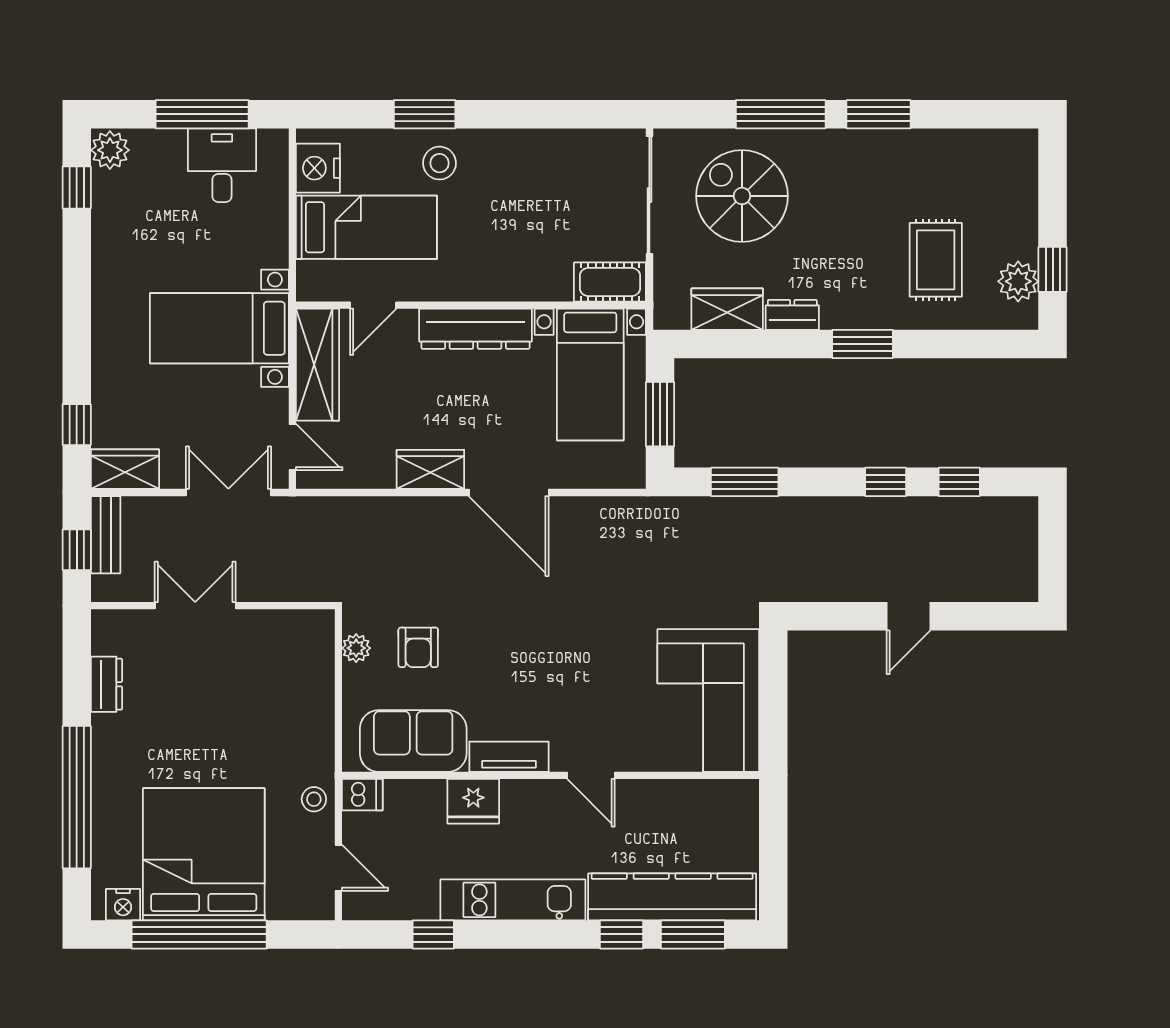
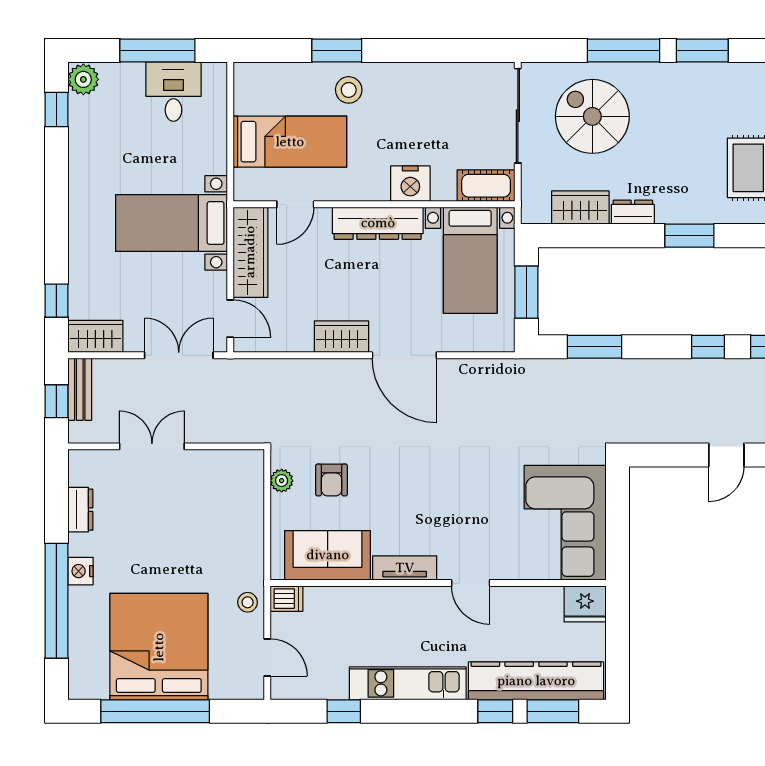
nightstand: (318, 168) -> (410, 184), moved, turned -90
fridge: (473, 801) -> (585, 604), moved
nightstand: (123, 905) -> (81, 571), moved, turned 90

